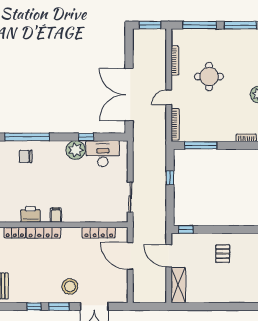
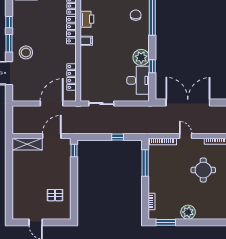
pallet: (223, 254) -> (55, 195), moved

